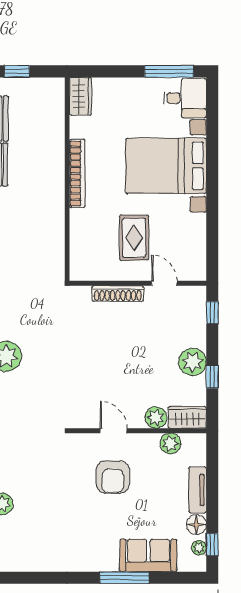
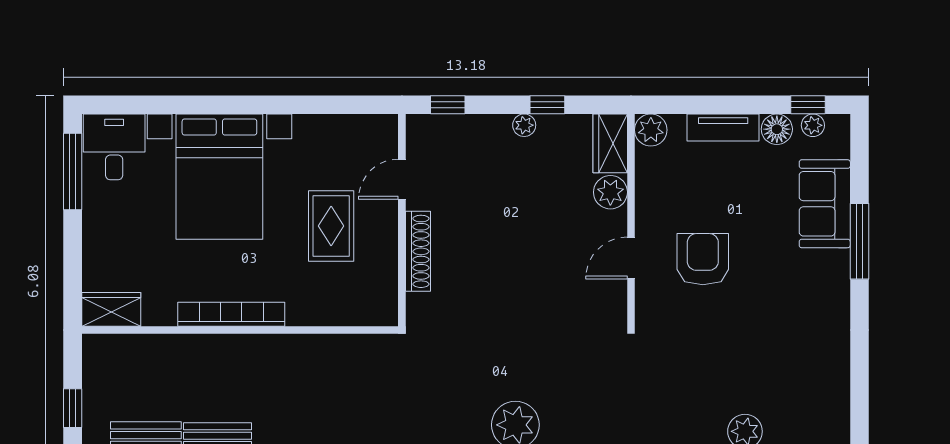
rug: (134, 238) -> (331, 226), turned 90
plant: (193, 362) -> (524, 125), width x0.53, depth x0.53
plant: (170, 443) -> (651, 130), moved
armchair: (113, 477) -> (703, 259), turned -90

